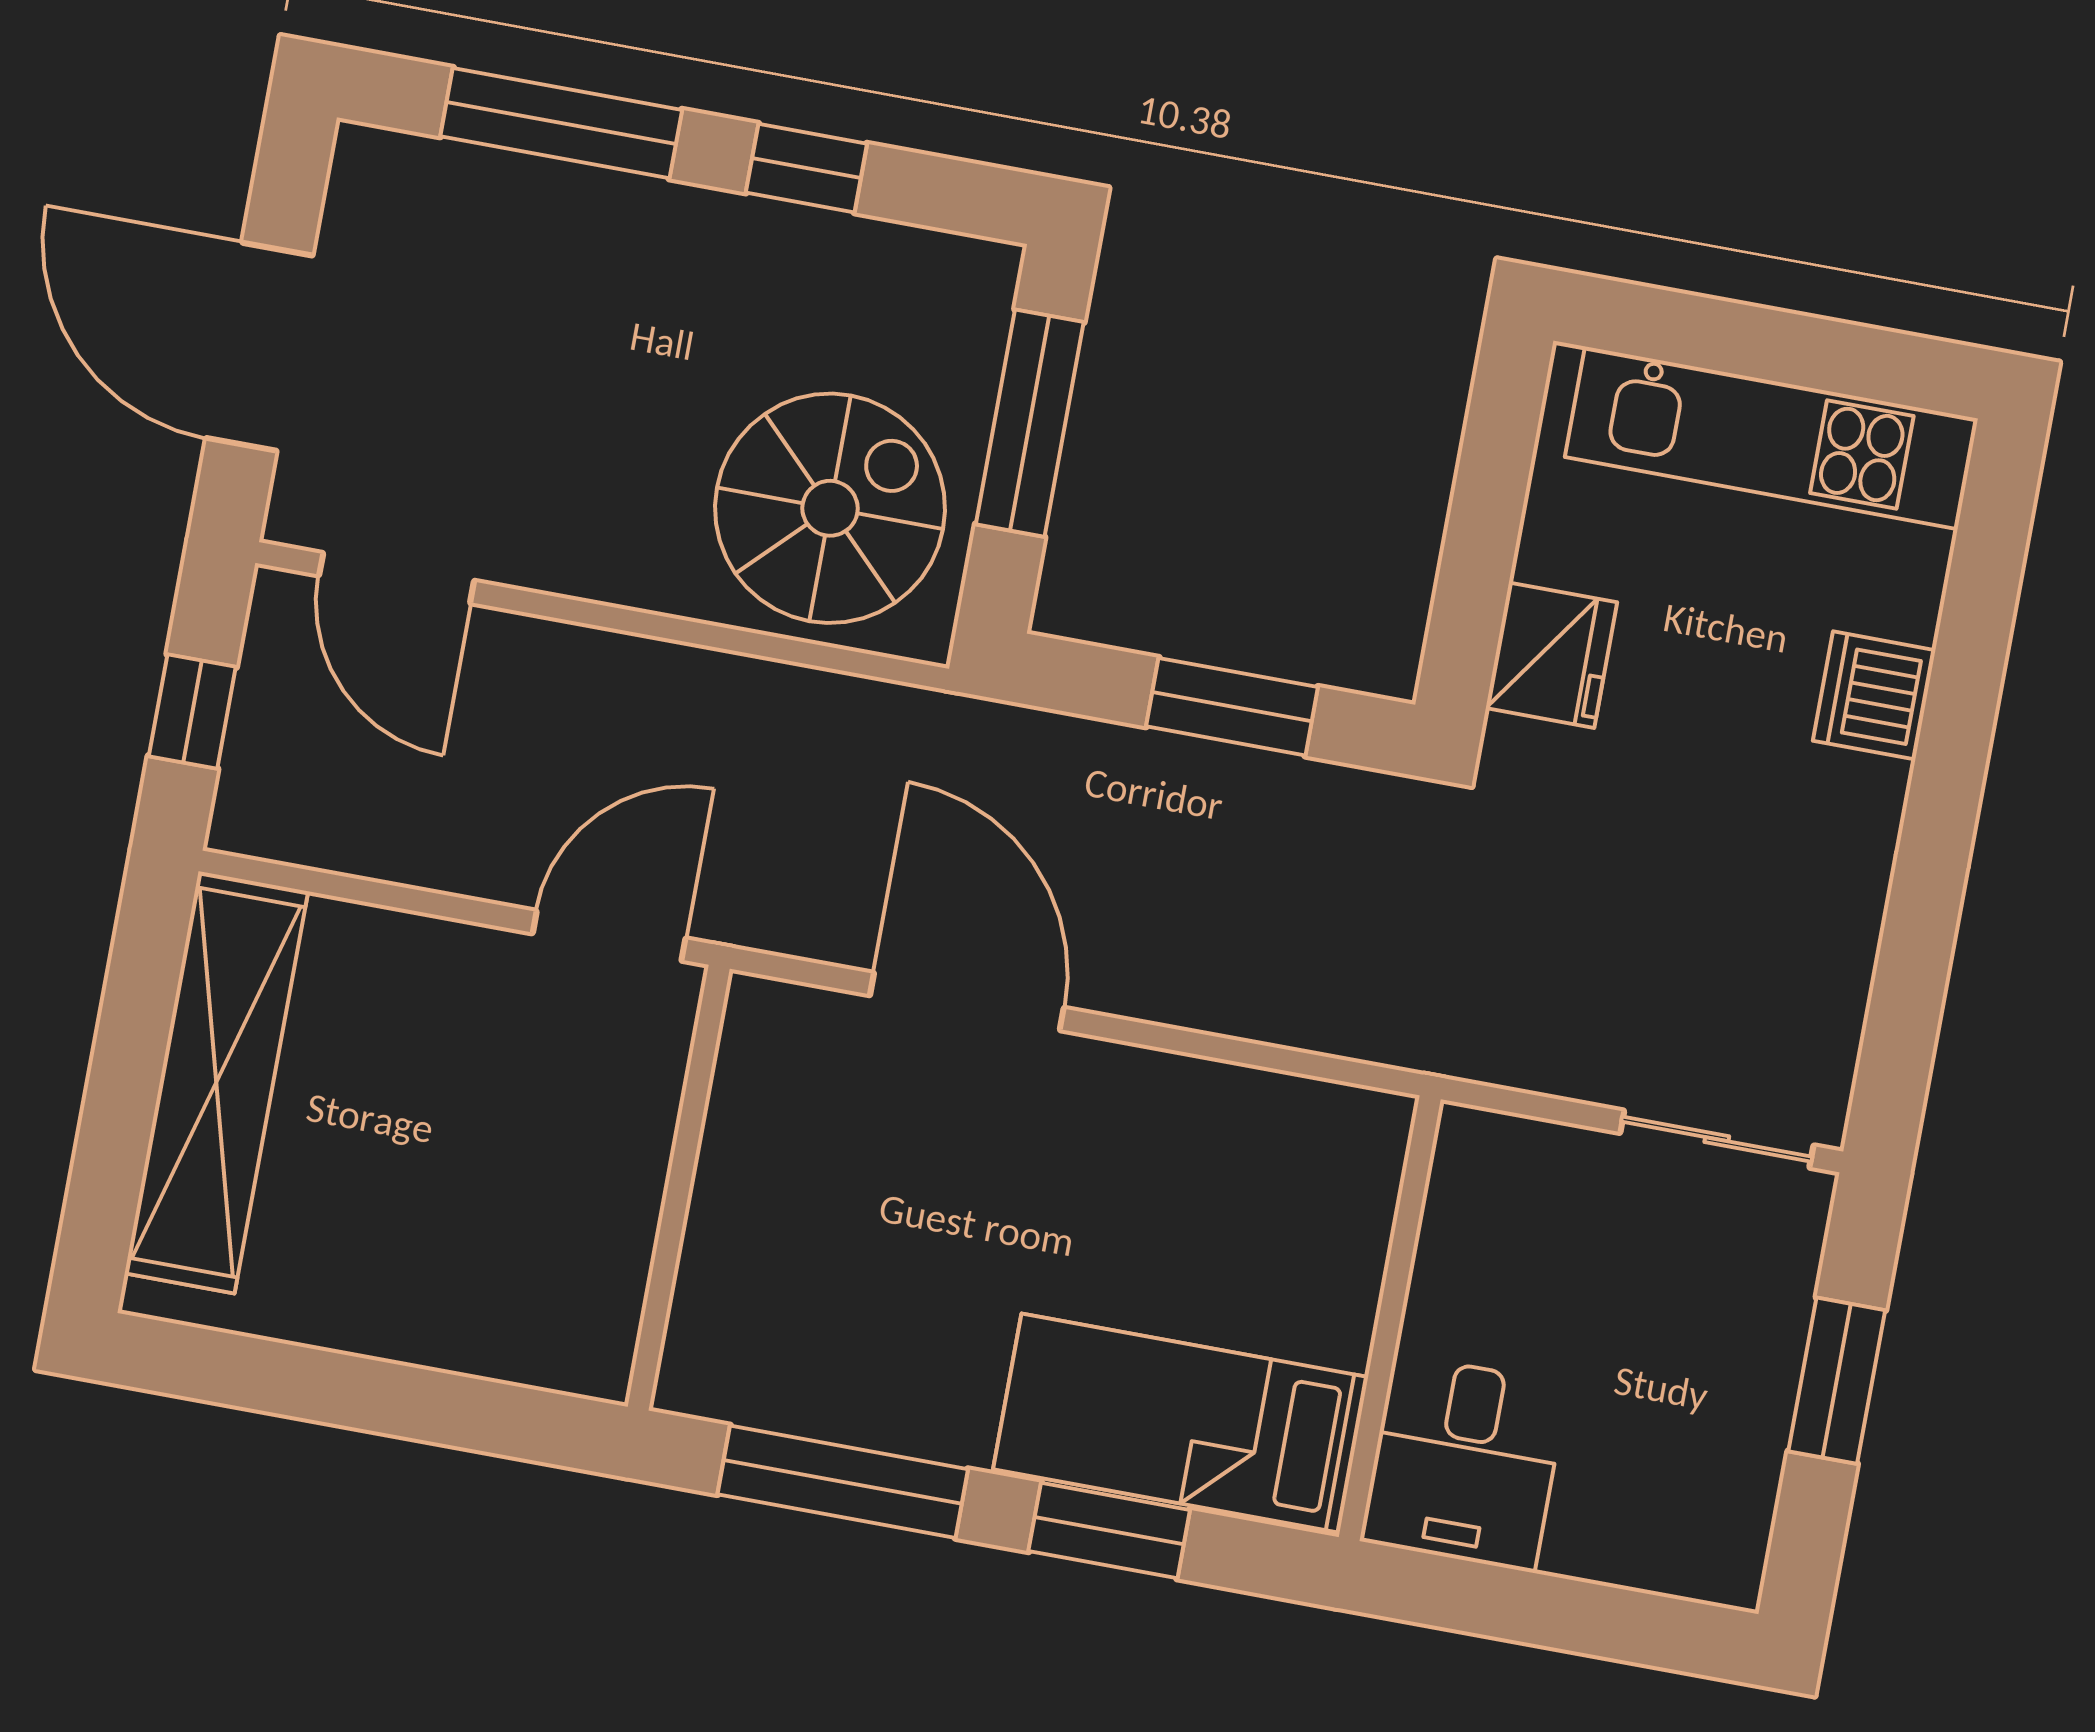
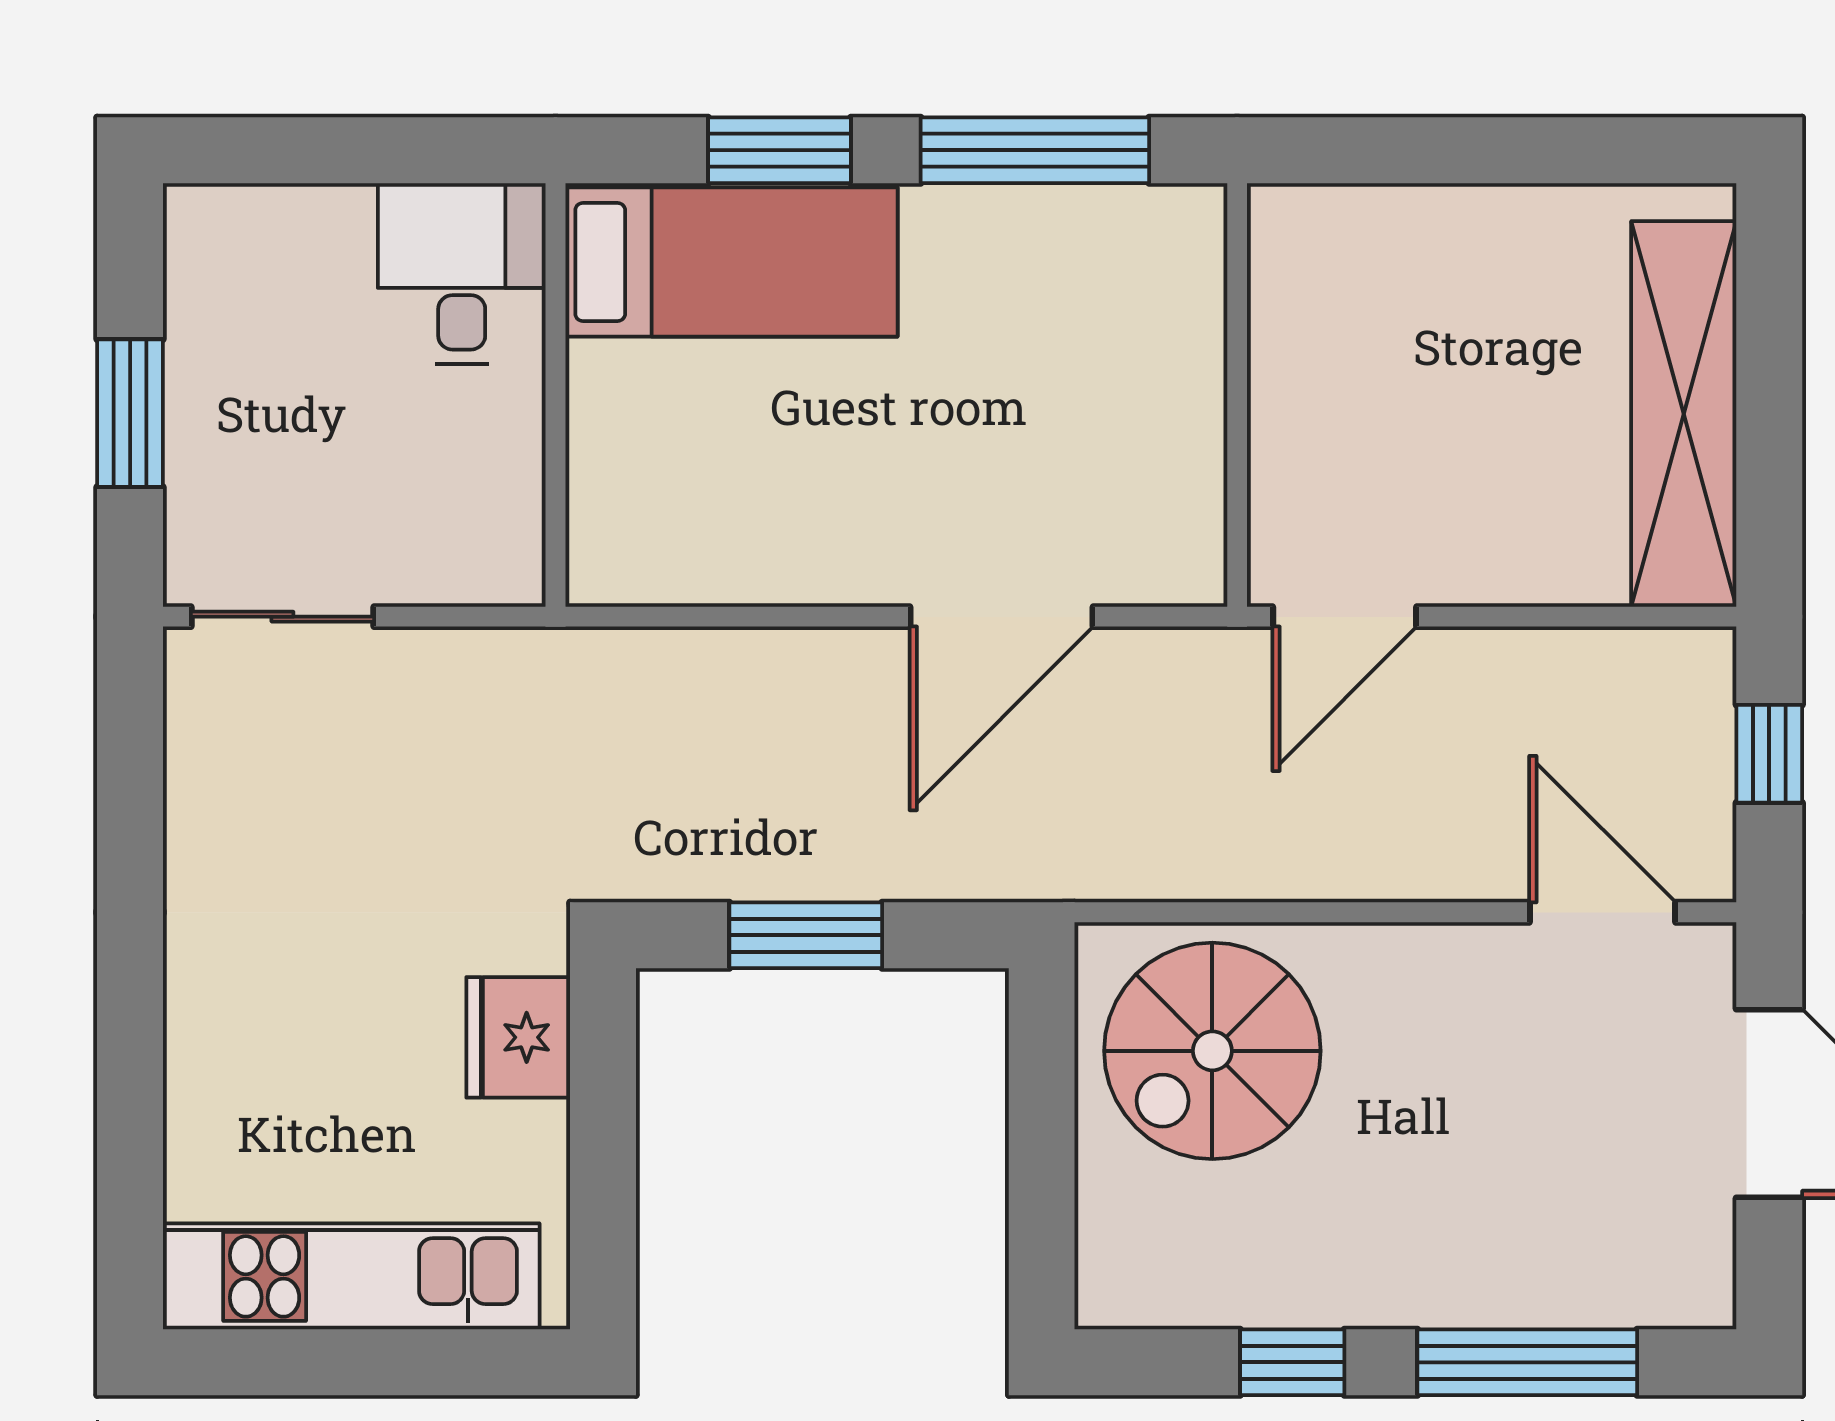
window: (1030, 423) -> (1042, 1164), removed
dishwasher: (1874, 695) -> (212, 1055), removed
door: (967, 1002) -> (1001, 617), hinge flipped

